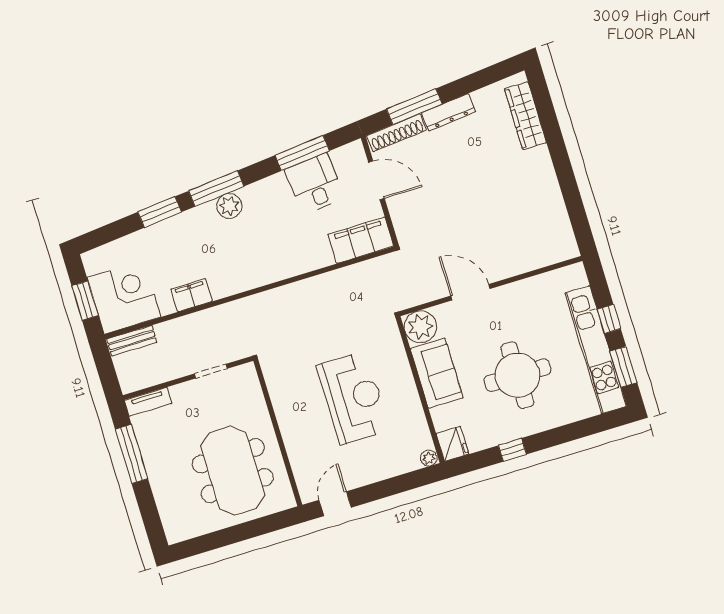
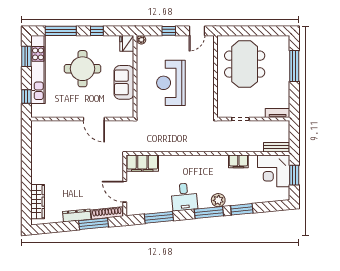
desk: (315, 184) -> (184, 197), moved
plant: (229, 206) -> (218, 200), moved
window: (609, 319) -> (26, 97), moved
plant: (420, 327) -> (125, 109), removed
window: (576, 430) -> (61, 31), added
window: (132, 454) -> (294, 66), moved
window: (385, 489) -> (169, 31), added

